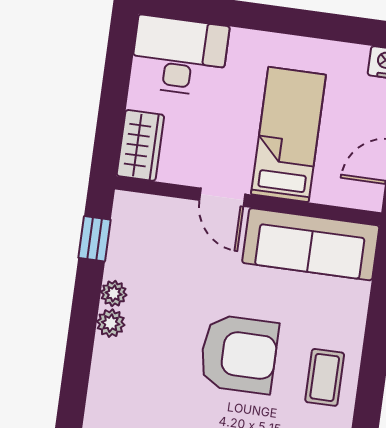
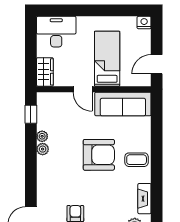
coffee table: (325, 377) -> (137, 160), turned 90

